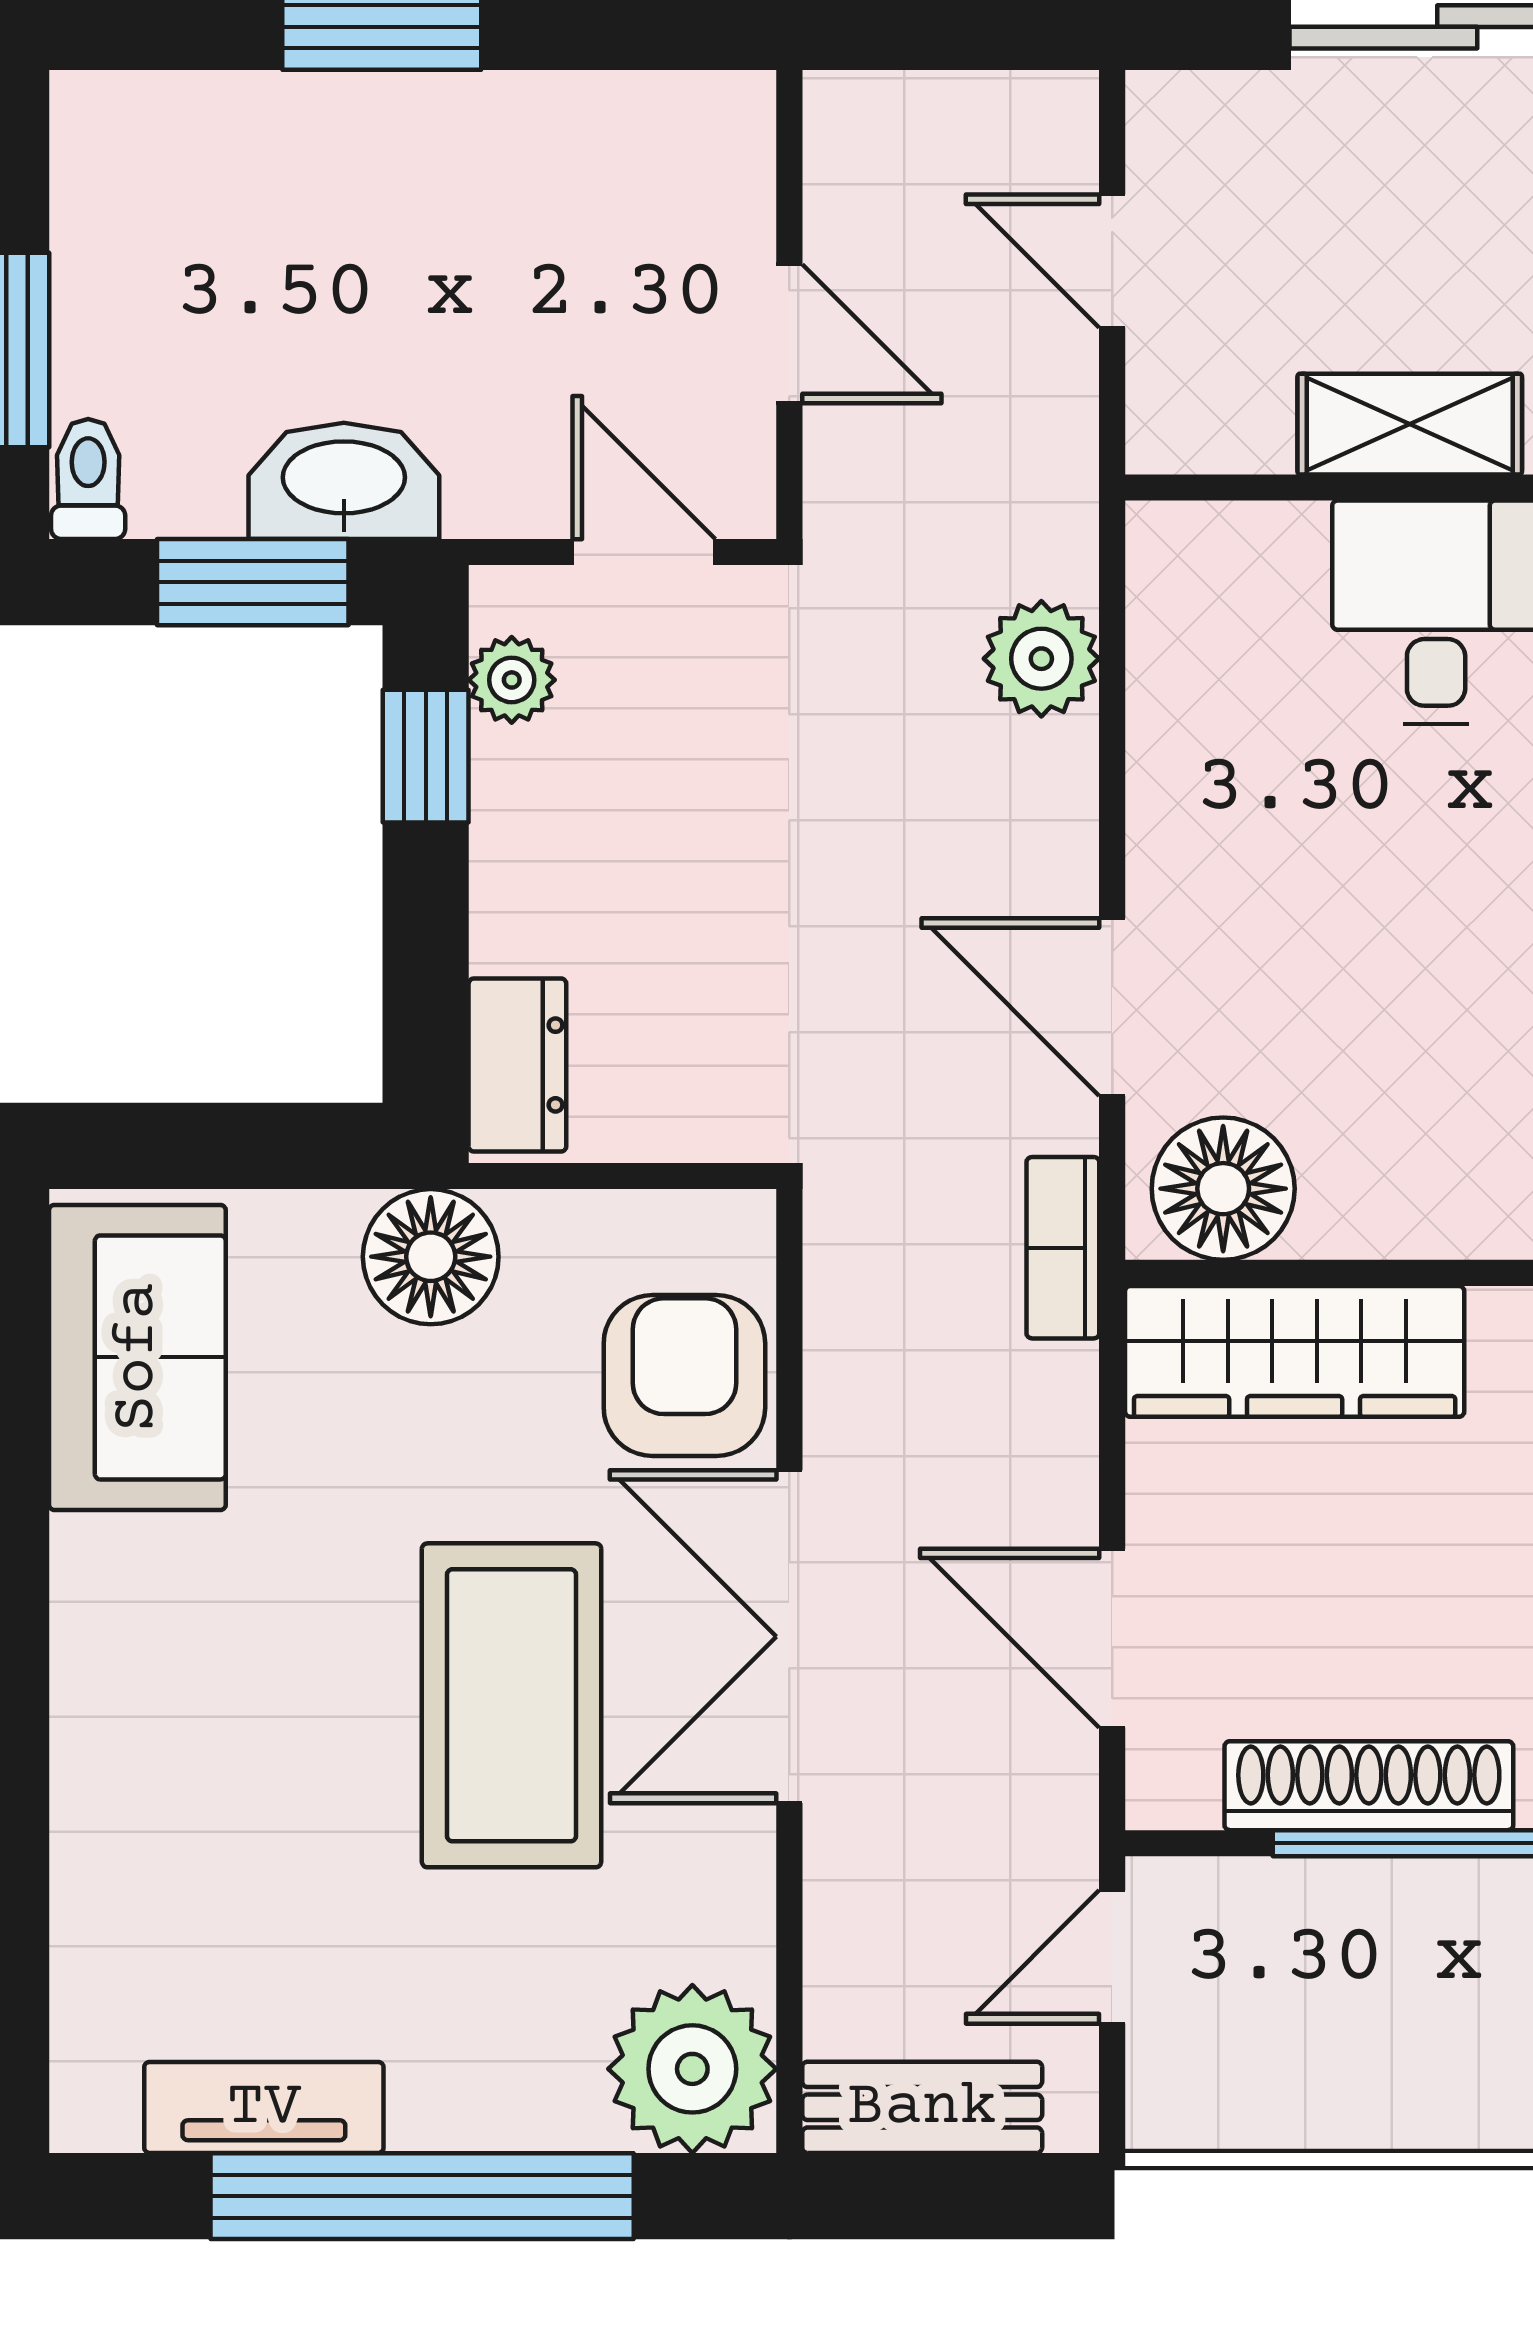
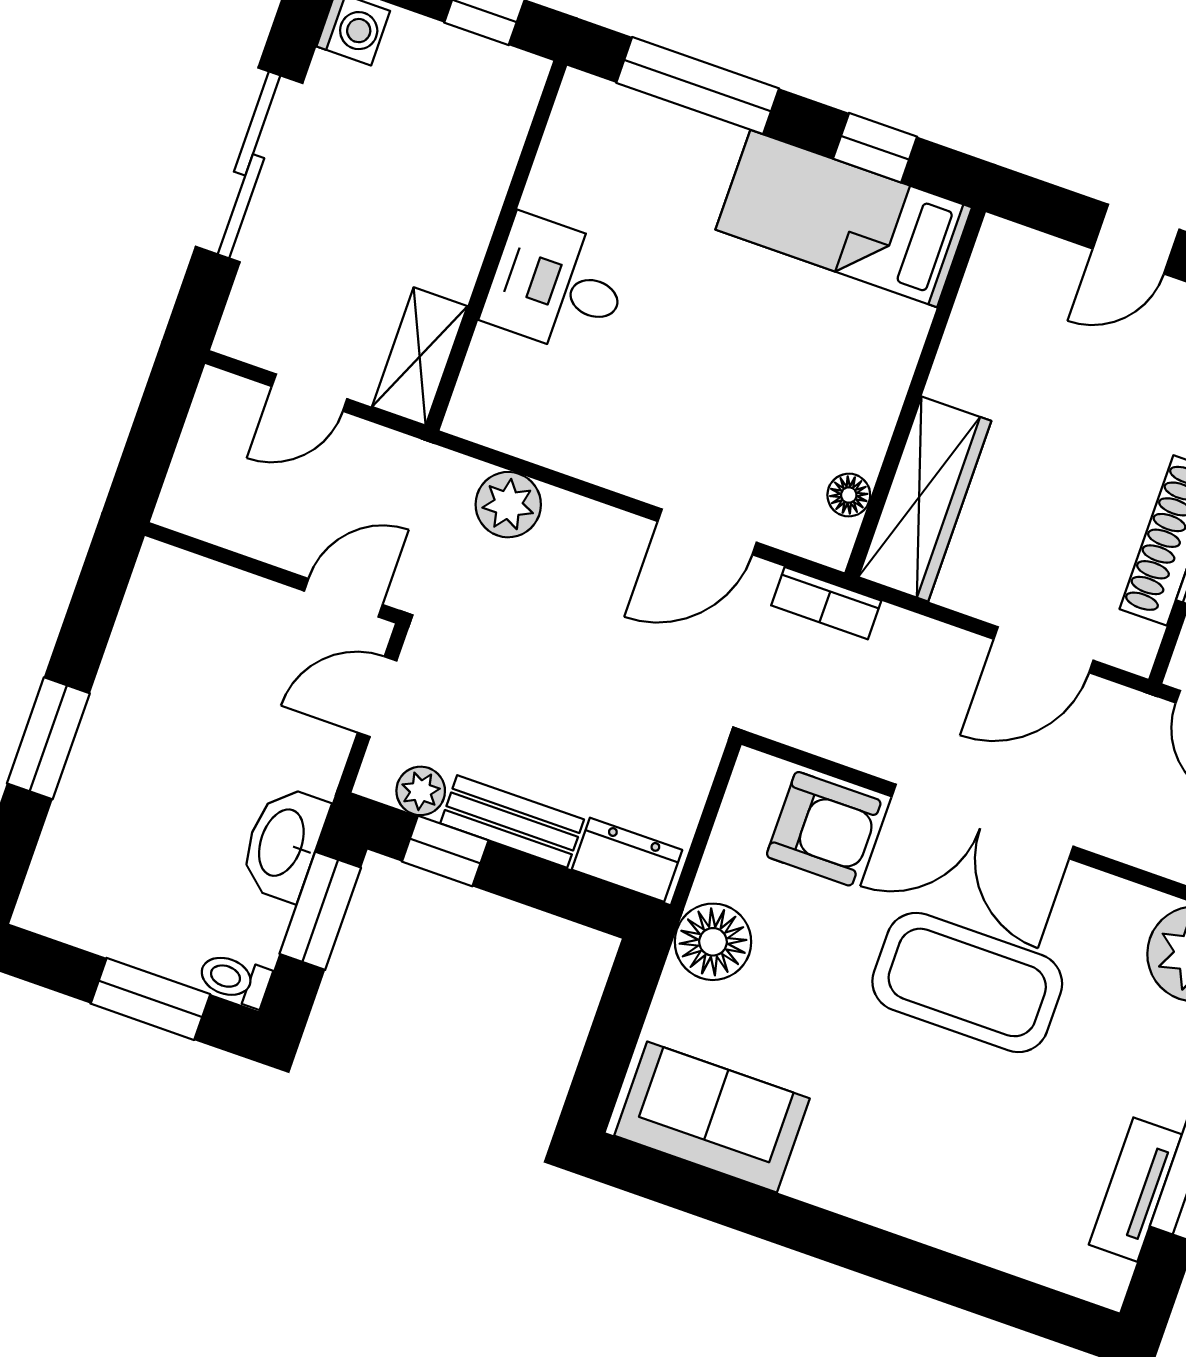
door: (789, 334) -> (343, 598), moved
shelving: (1410, 424) -> (420, 356), moved
bench: (514, 851) -> (512, 821), added
floor lamp: (1223, 1189) -> (849, 495), width x0.53, depth x0.53
armchair: (684, 1375) -> (824, 829), turned 180

